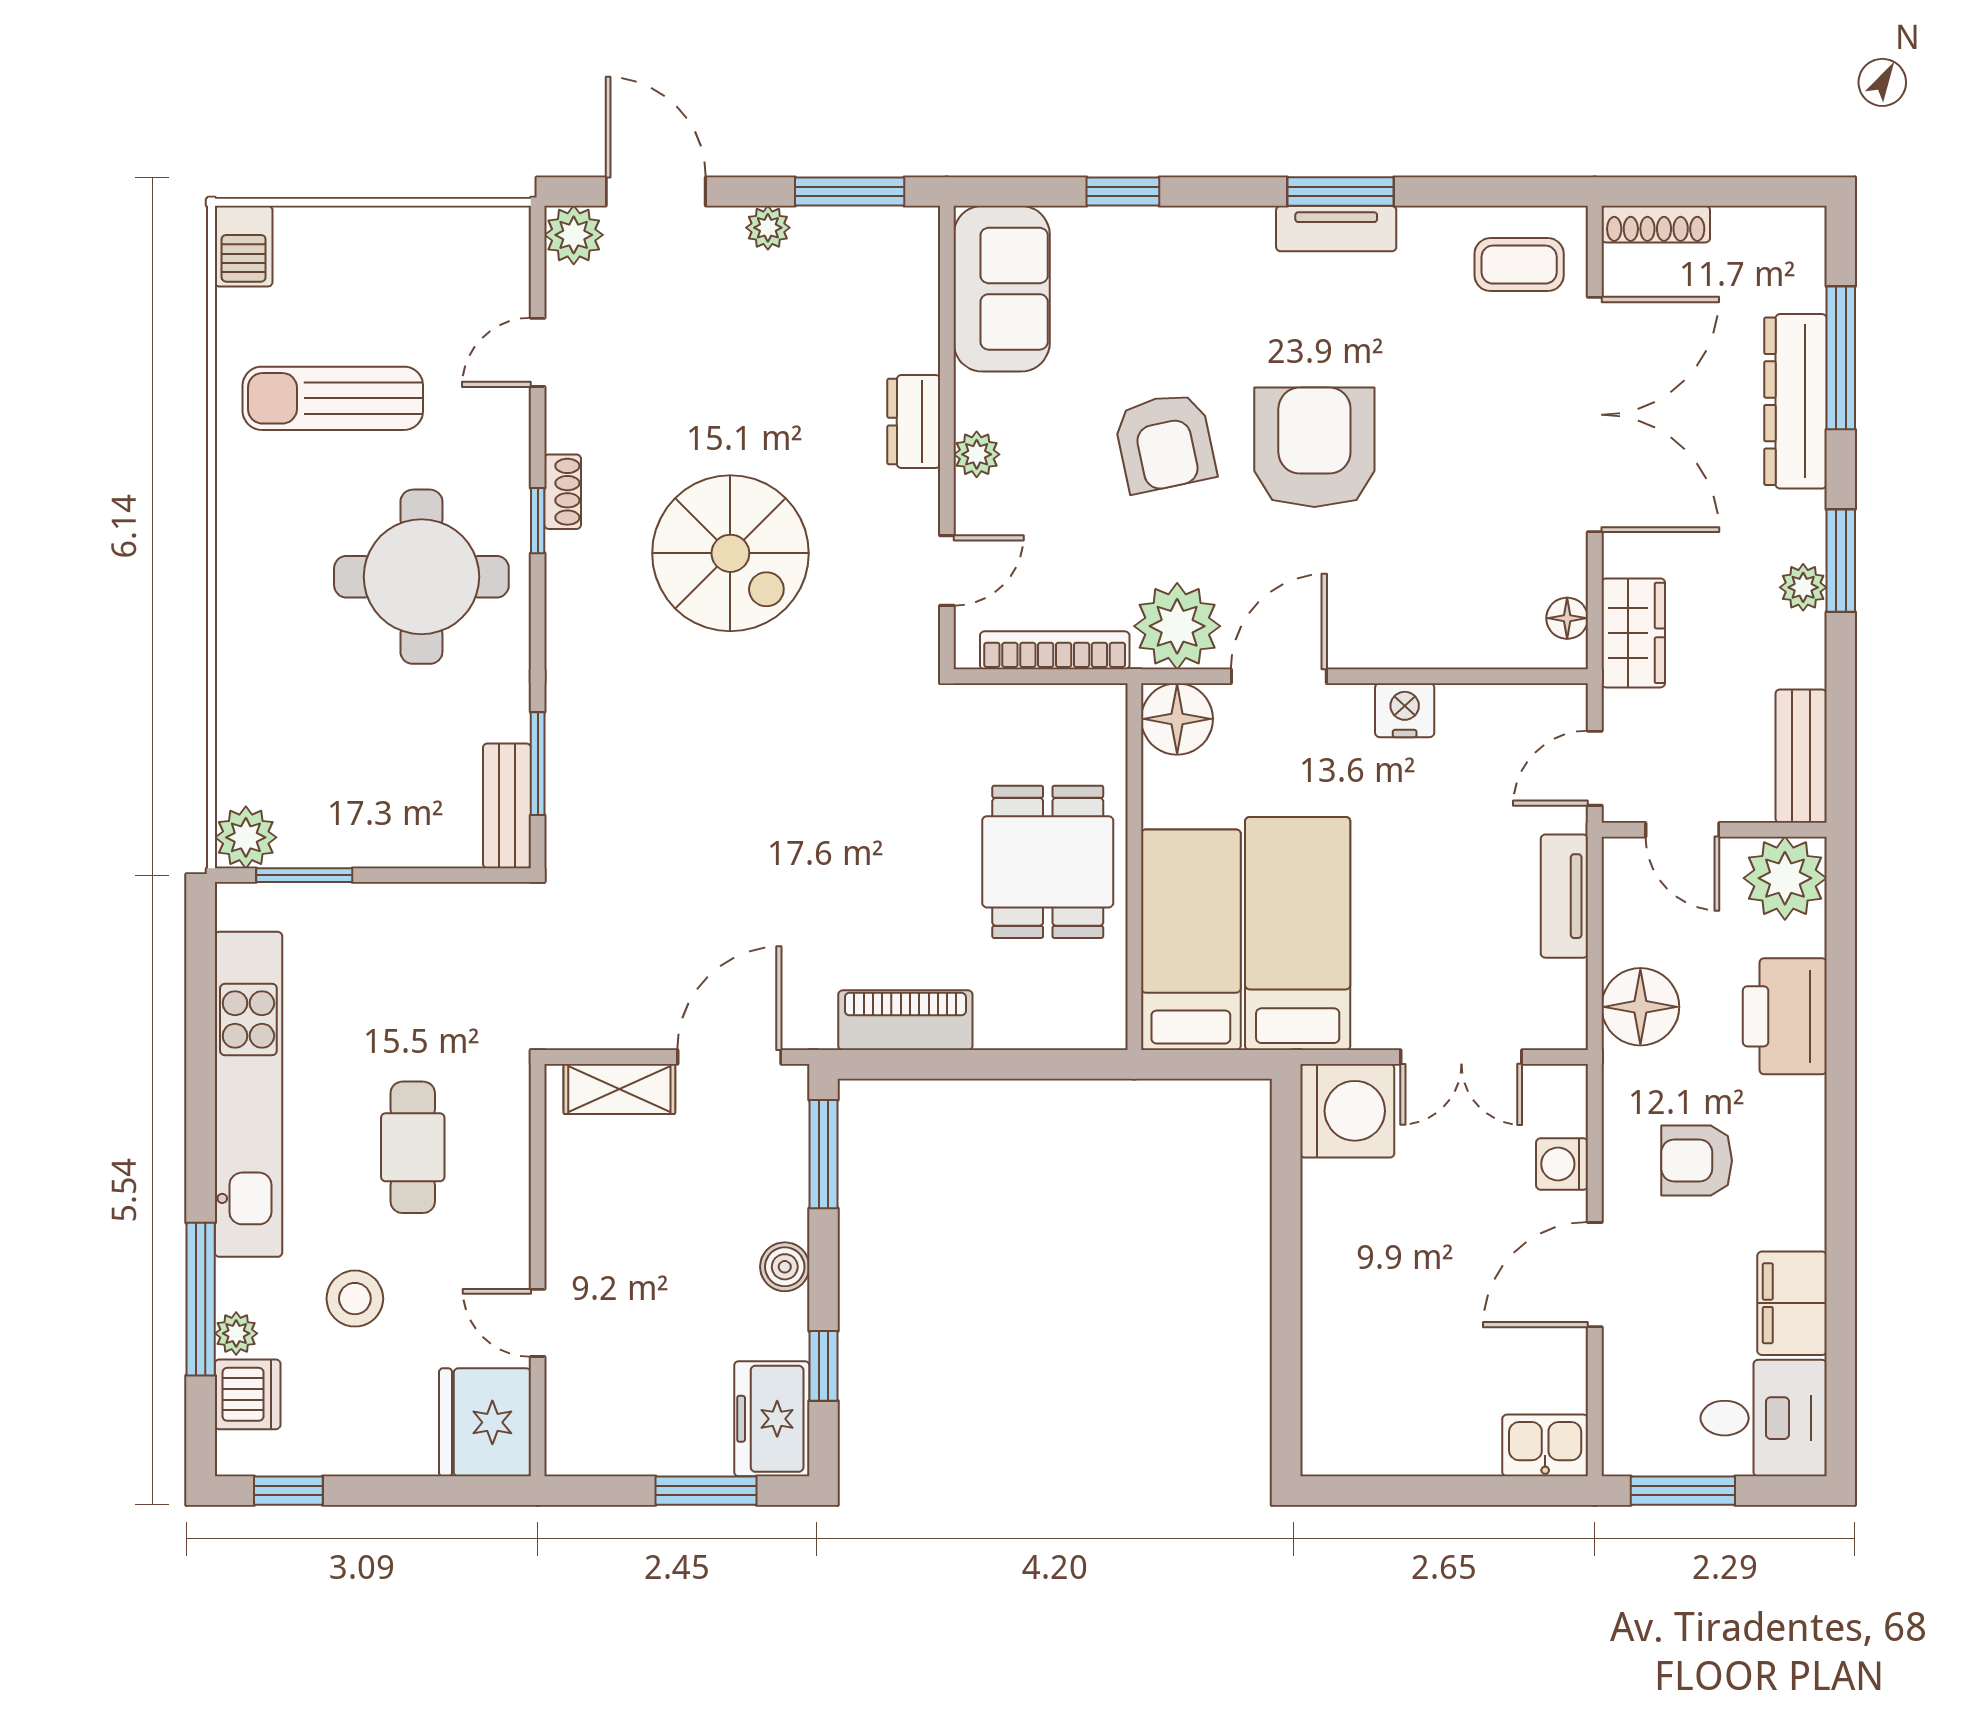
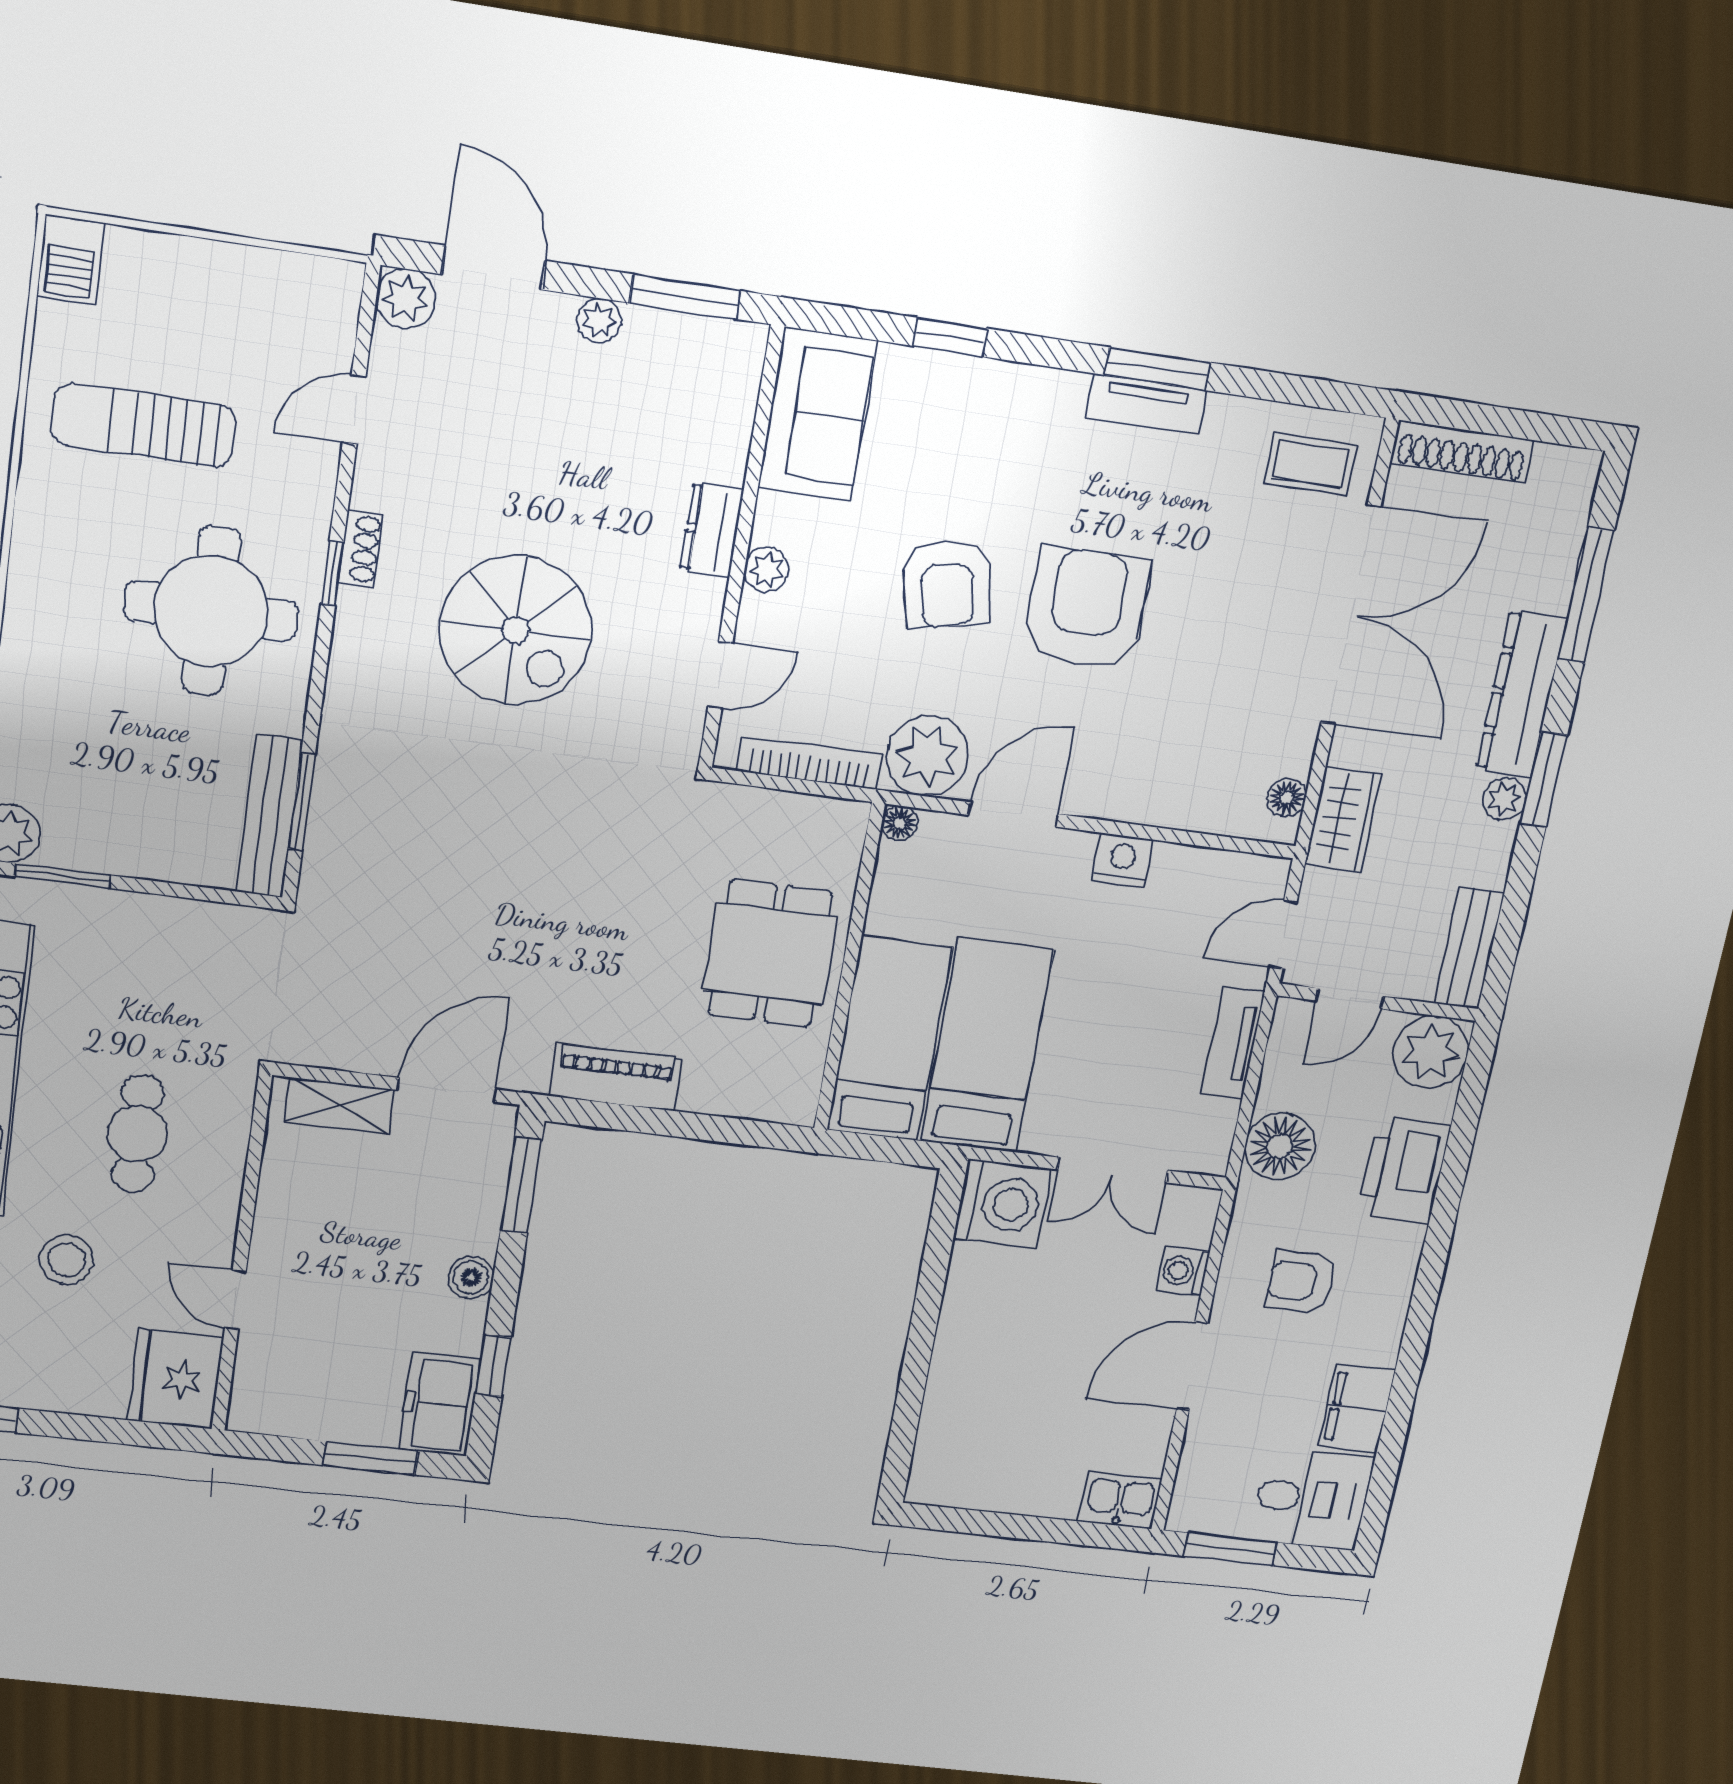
shoe rack: (1656, 224) -> (1462, 452), width x1.36, depth x1.24
dresser: (1795, 401) -> (1521, 694), moved
floor lamp: (1177, 719) -> (899, 823), width x0.53, depth x0.53
bench: (507, 806) -> (270, 816), width x1.36
door: (1682, 830) -> (1350, 999), hinge flipped

